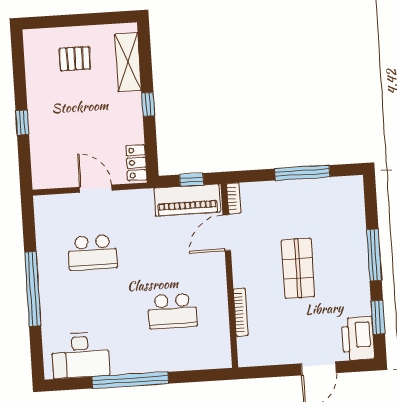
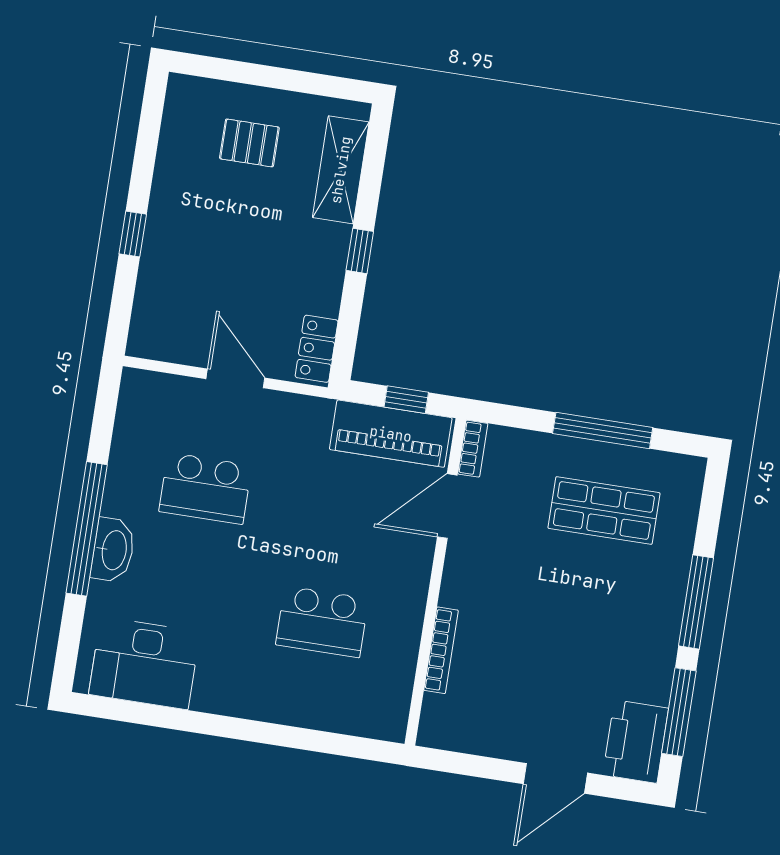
shop shelf: (298, 268) -> (604, 510), moved, turned 90
washbasin: (50, 297) -> (113, 550), added
window: (378, 317) -> (679, 712), width x1.44
window: (130, 380) -> (222, 726), removed

